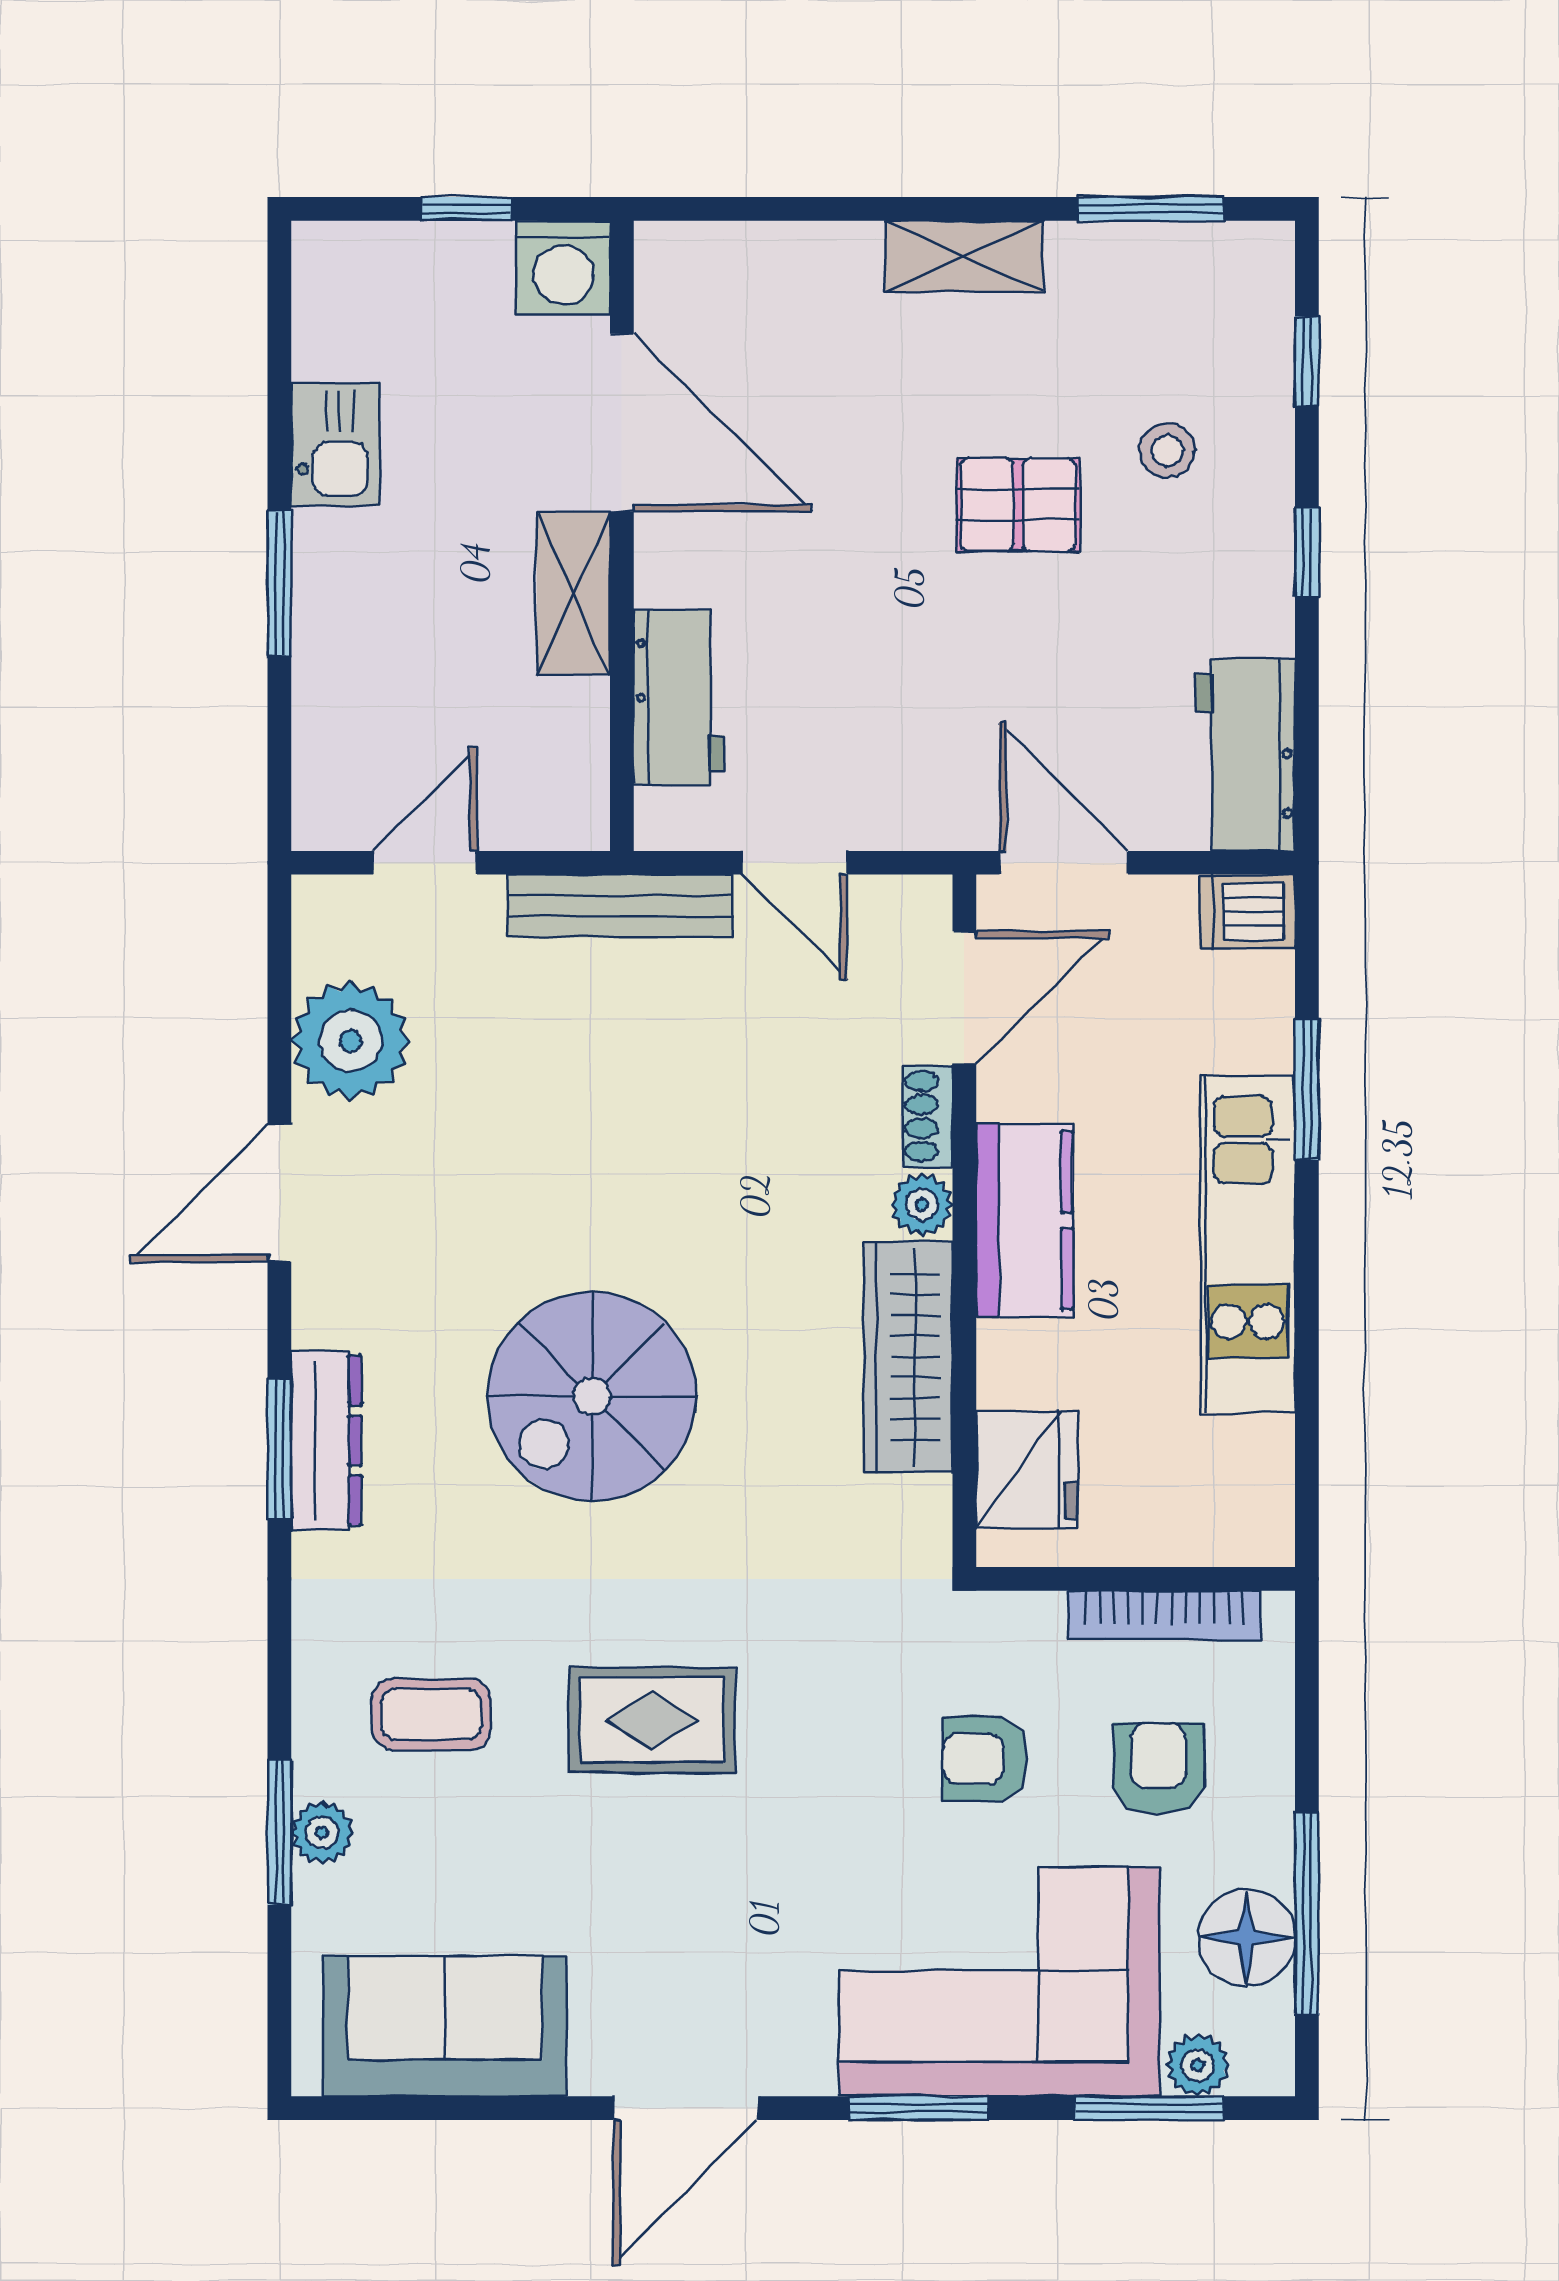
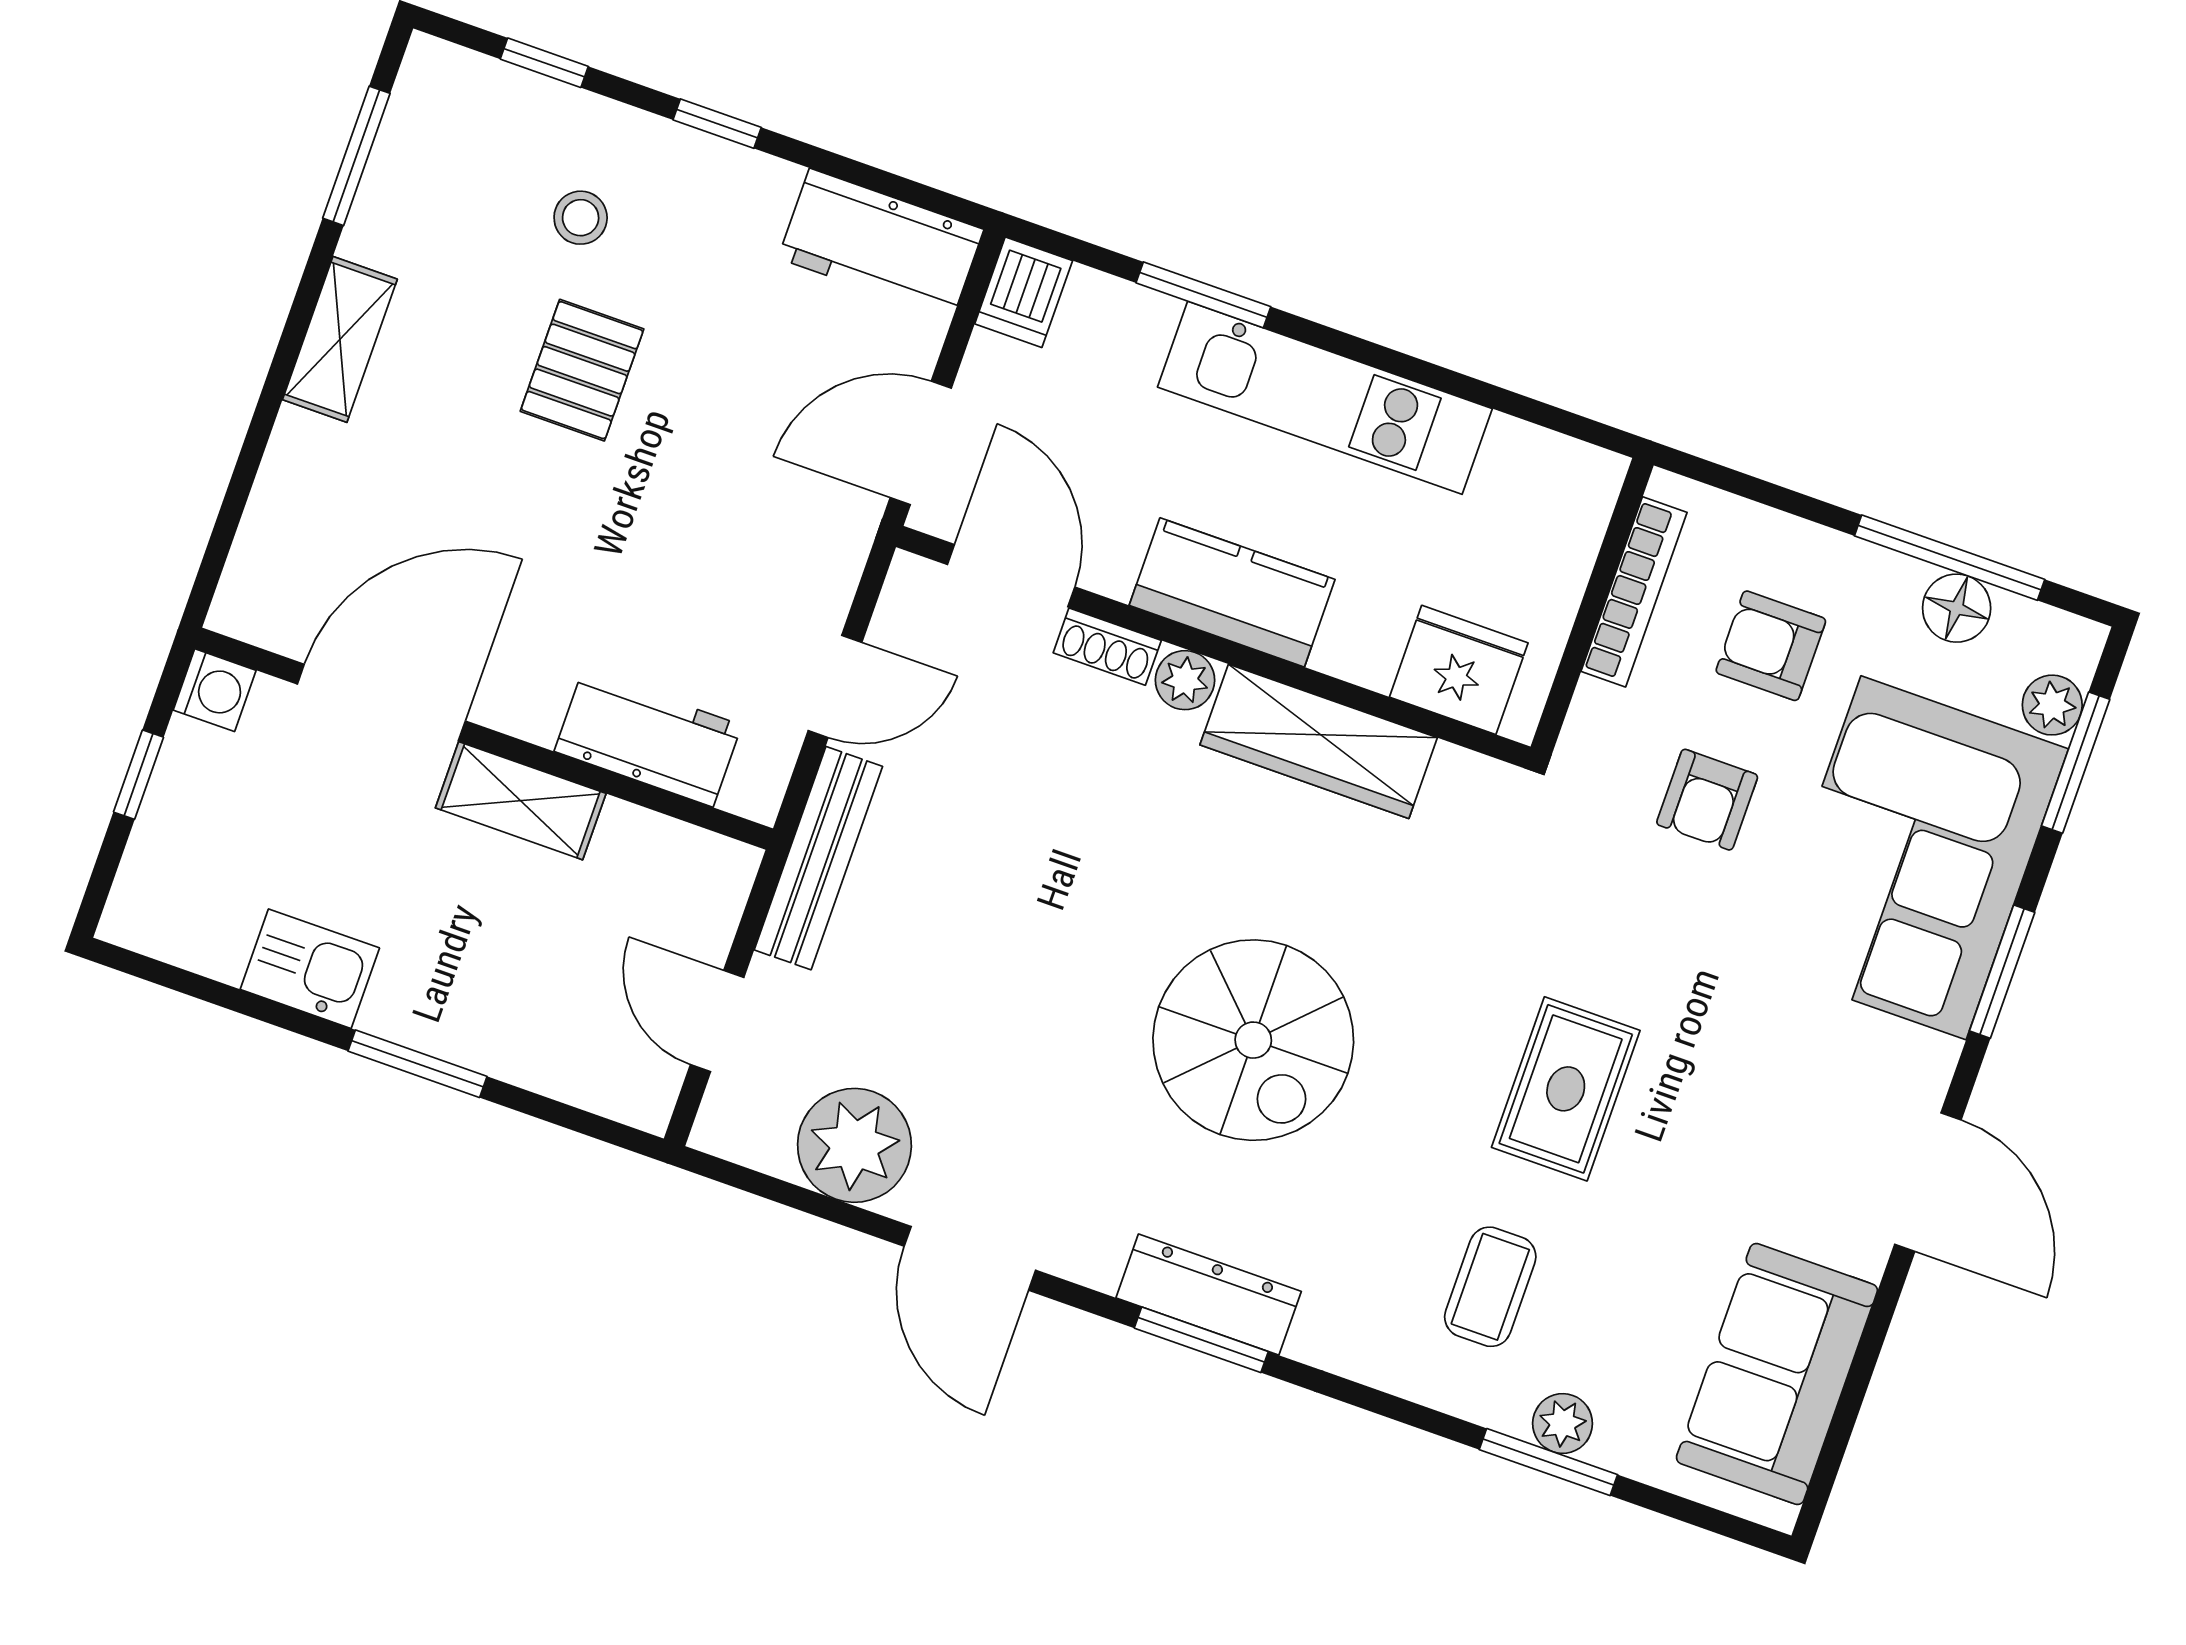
washing machine: (563, 267) -> (215, 690), width x0.73, depth x0.73
floor lamp: (1246, 1938) -> (1957, 608), width x0.73, depth x0.73

